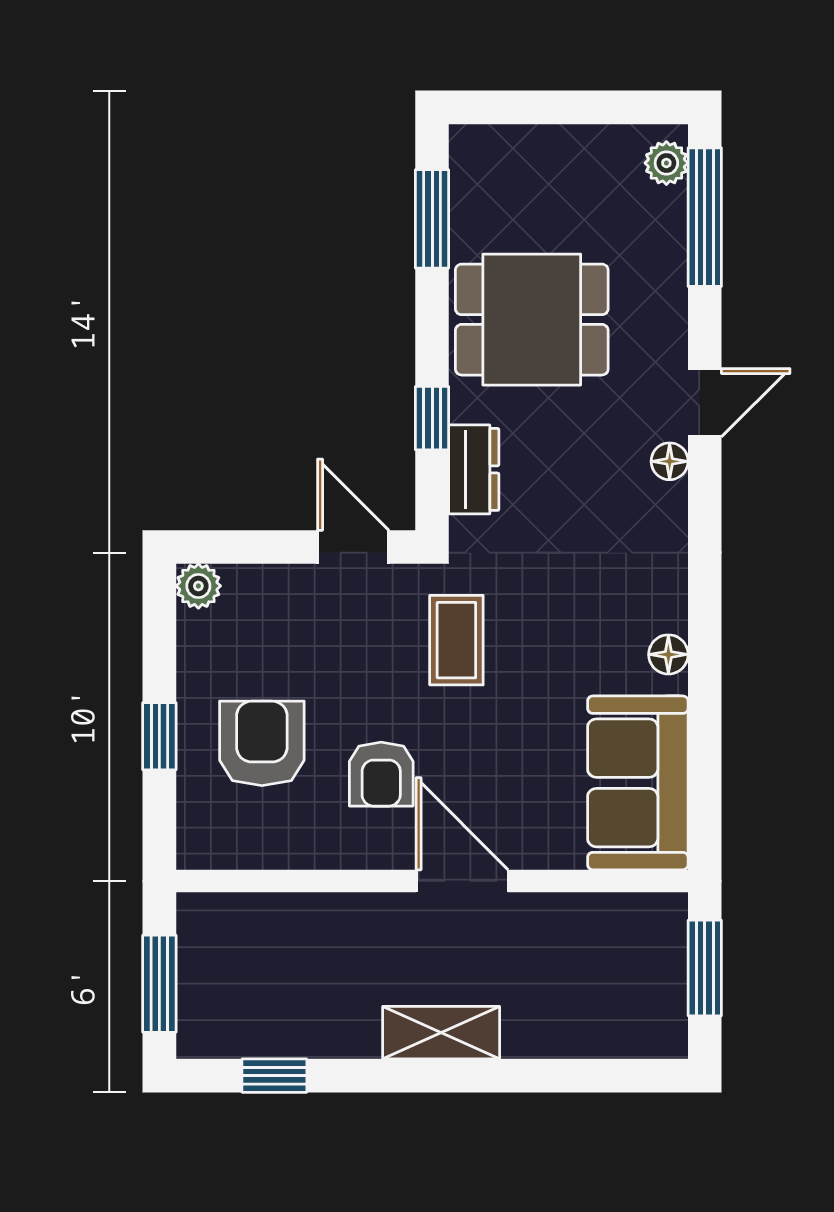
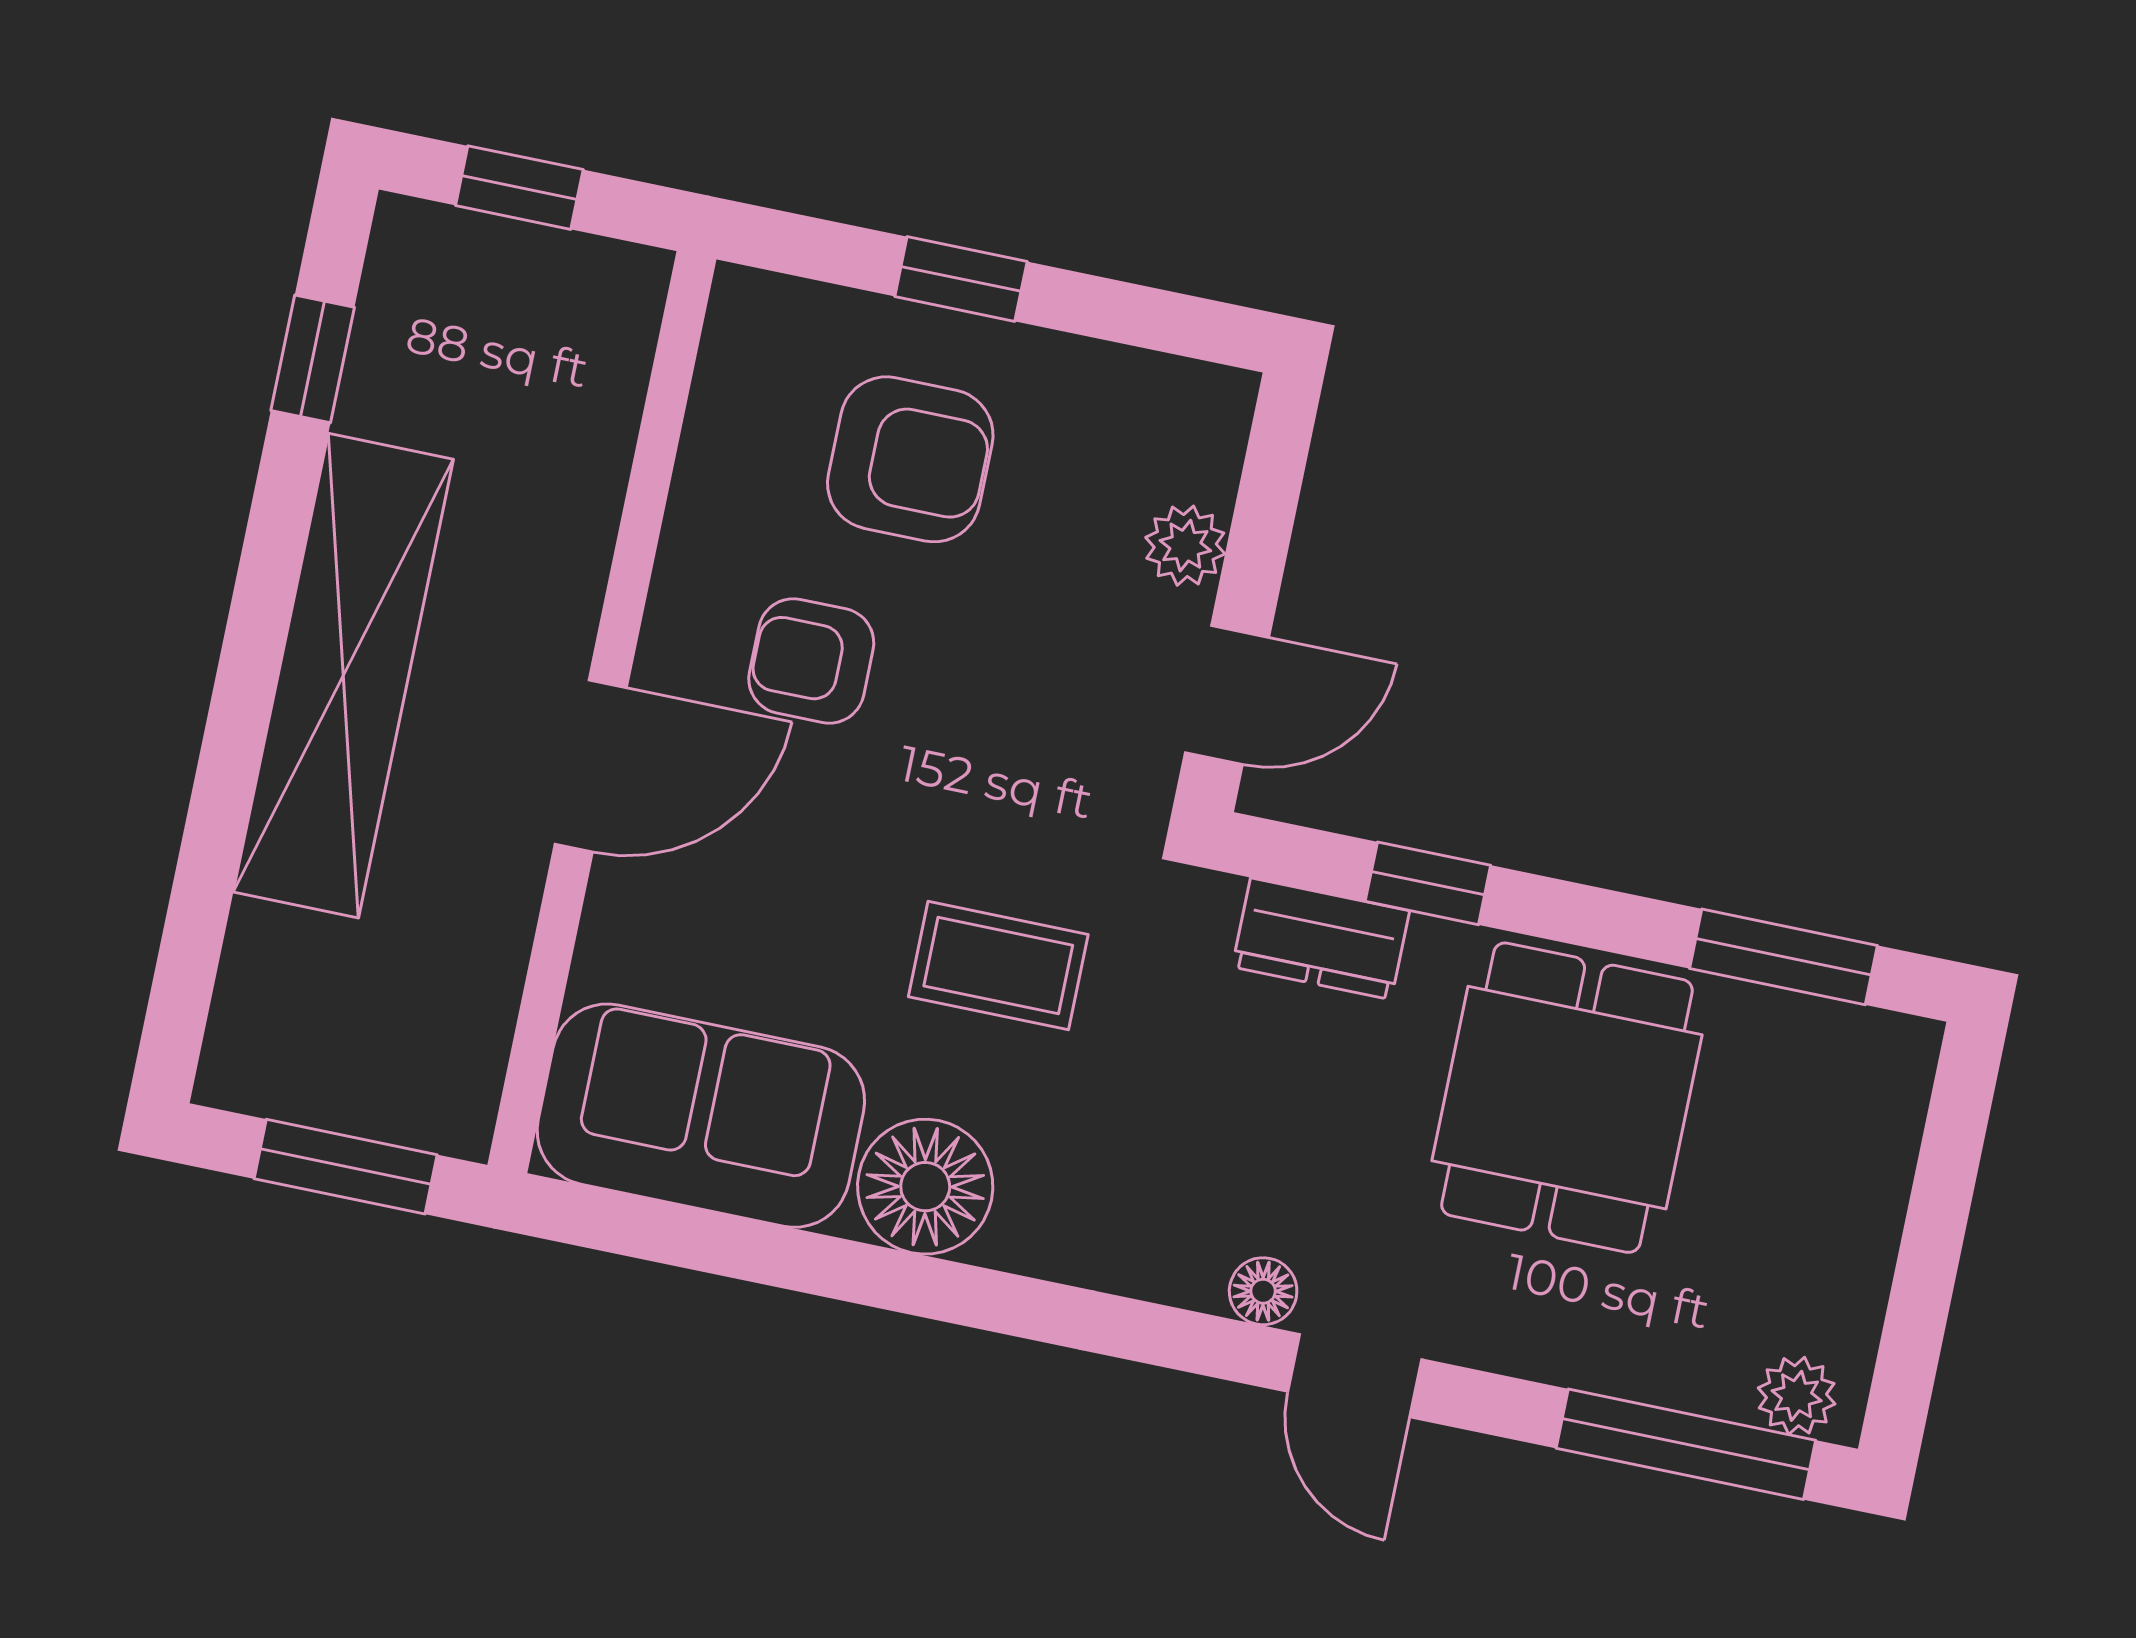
plant: (198, 586) -> (1185, 546), moved
coffee table: (456, 640) -> (998, 966), moved
floor lamp: (668, 654) -> (925, 1187), width x1.89, depth x1.89
window: (159, 984) -> (519, 188), width x0.67
shelving: (441, 1033) -> (343, 676), width x2.20, depth x1.33

